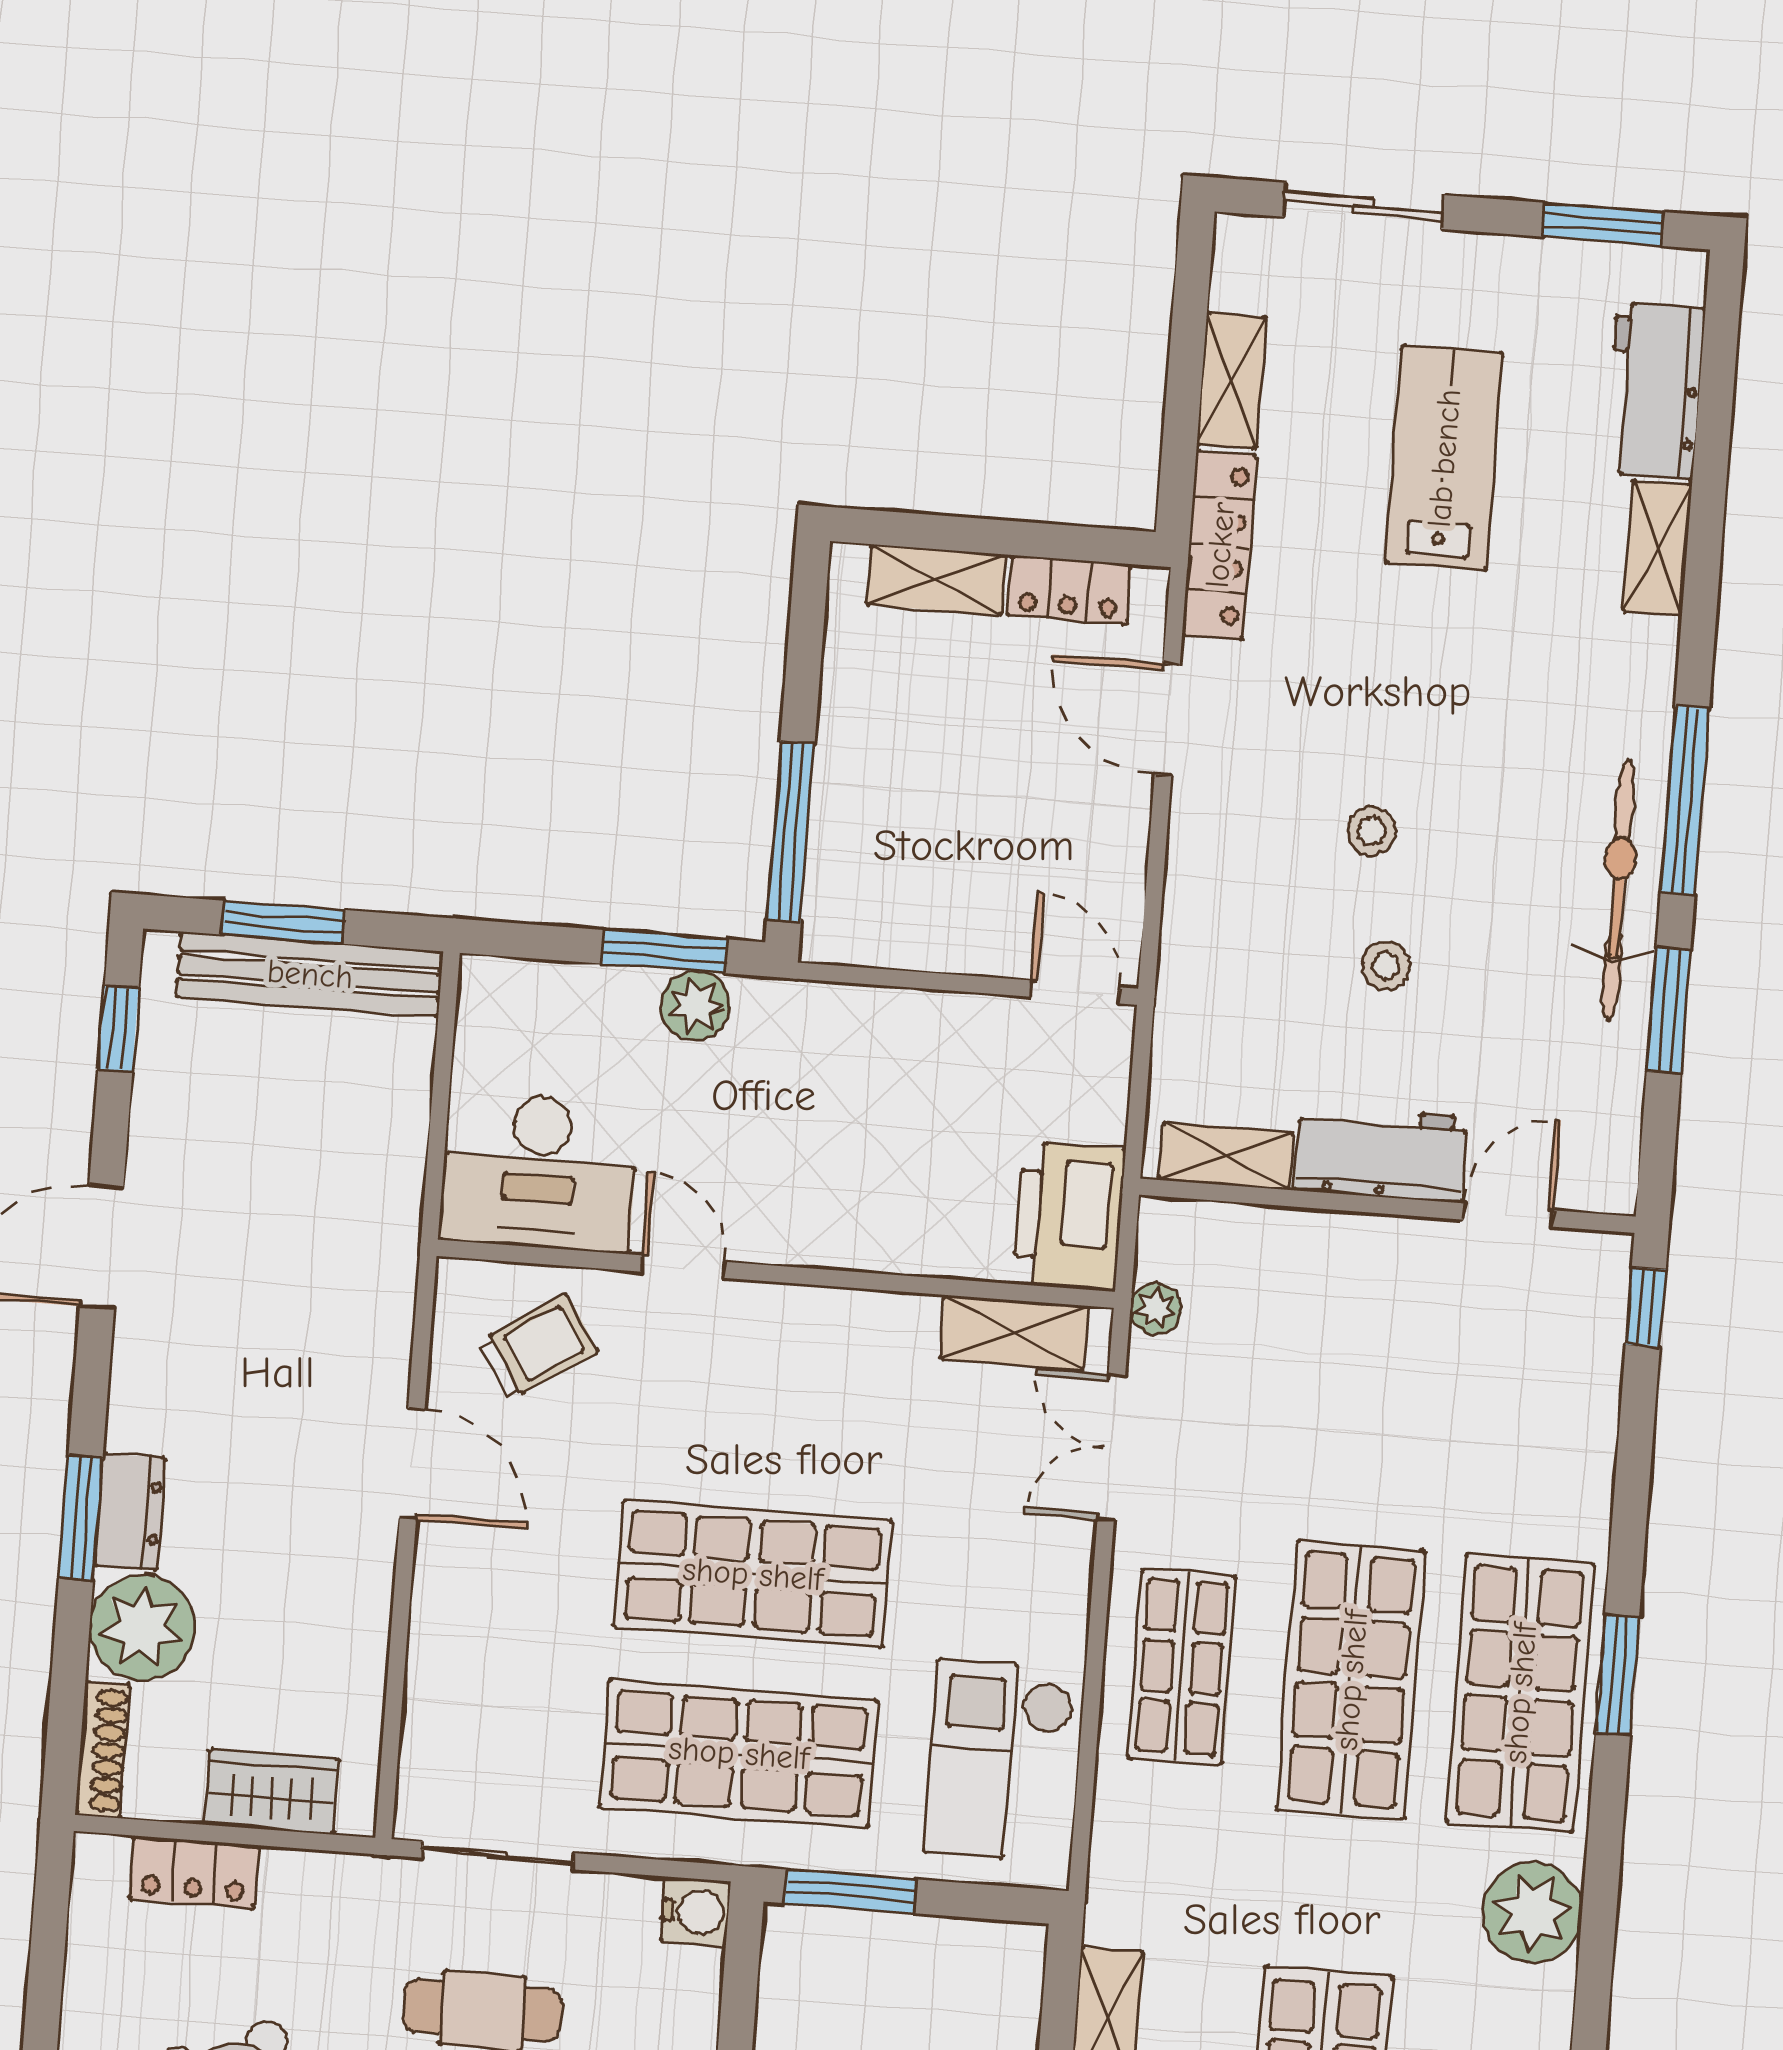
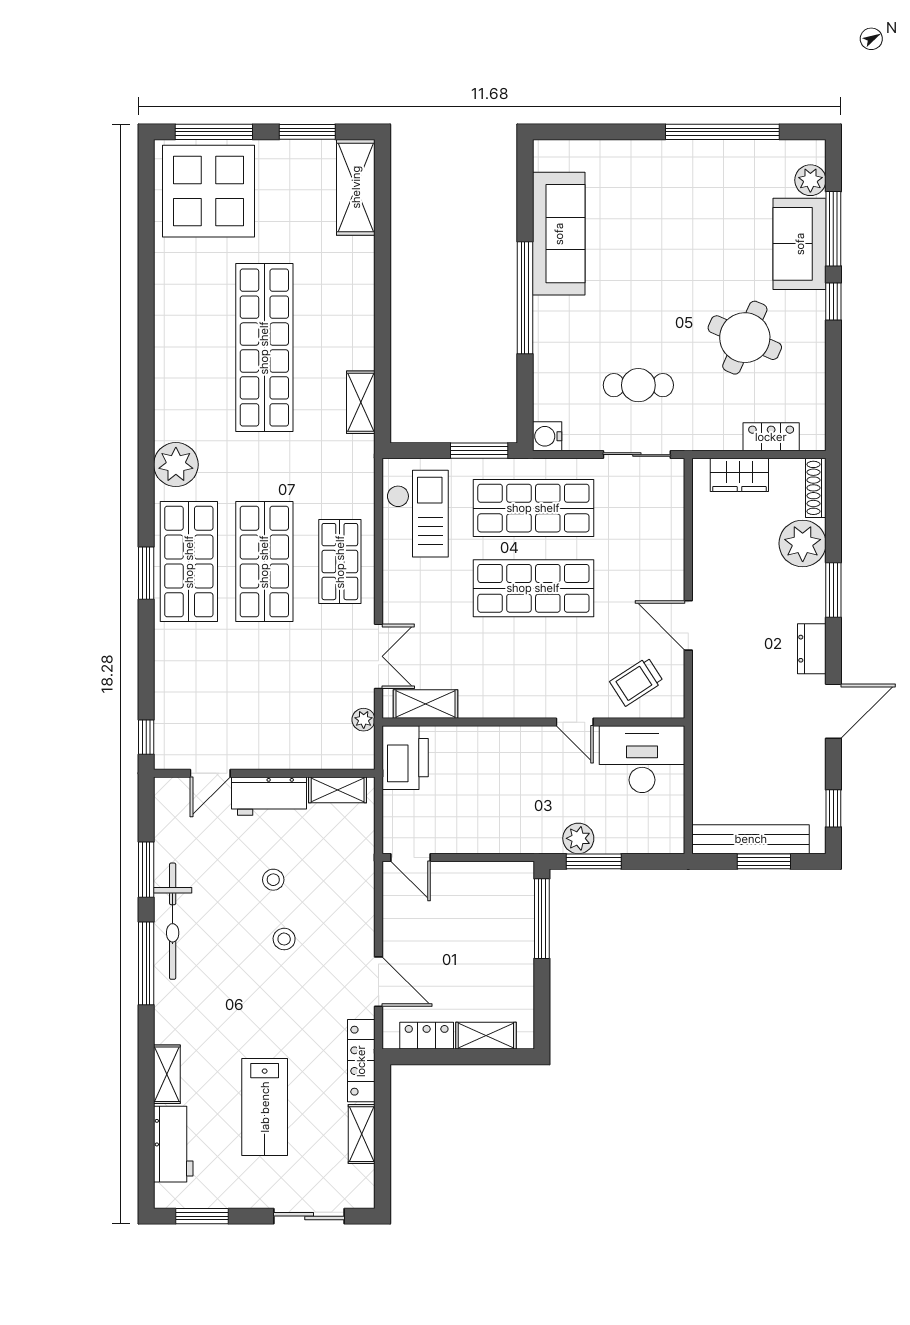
dresser: (130, 1512) -> (812, 649), moved

